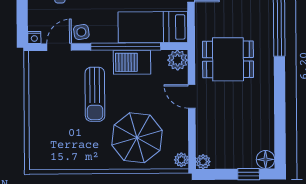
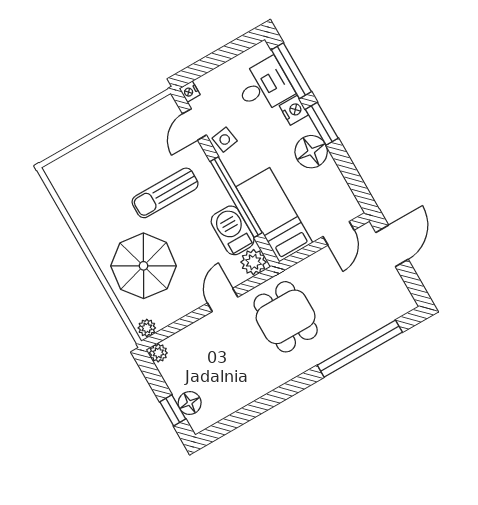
door: (59, 47) -> (194, 124), swing flipped
barbecue: (132, 62) -> (233, 230), moved
floor lamp: (266, 159) -> (190, 403), moved

